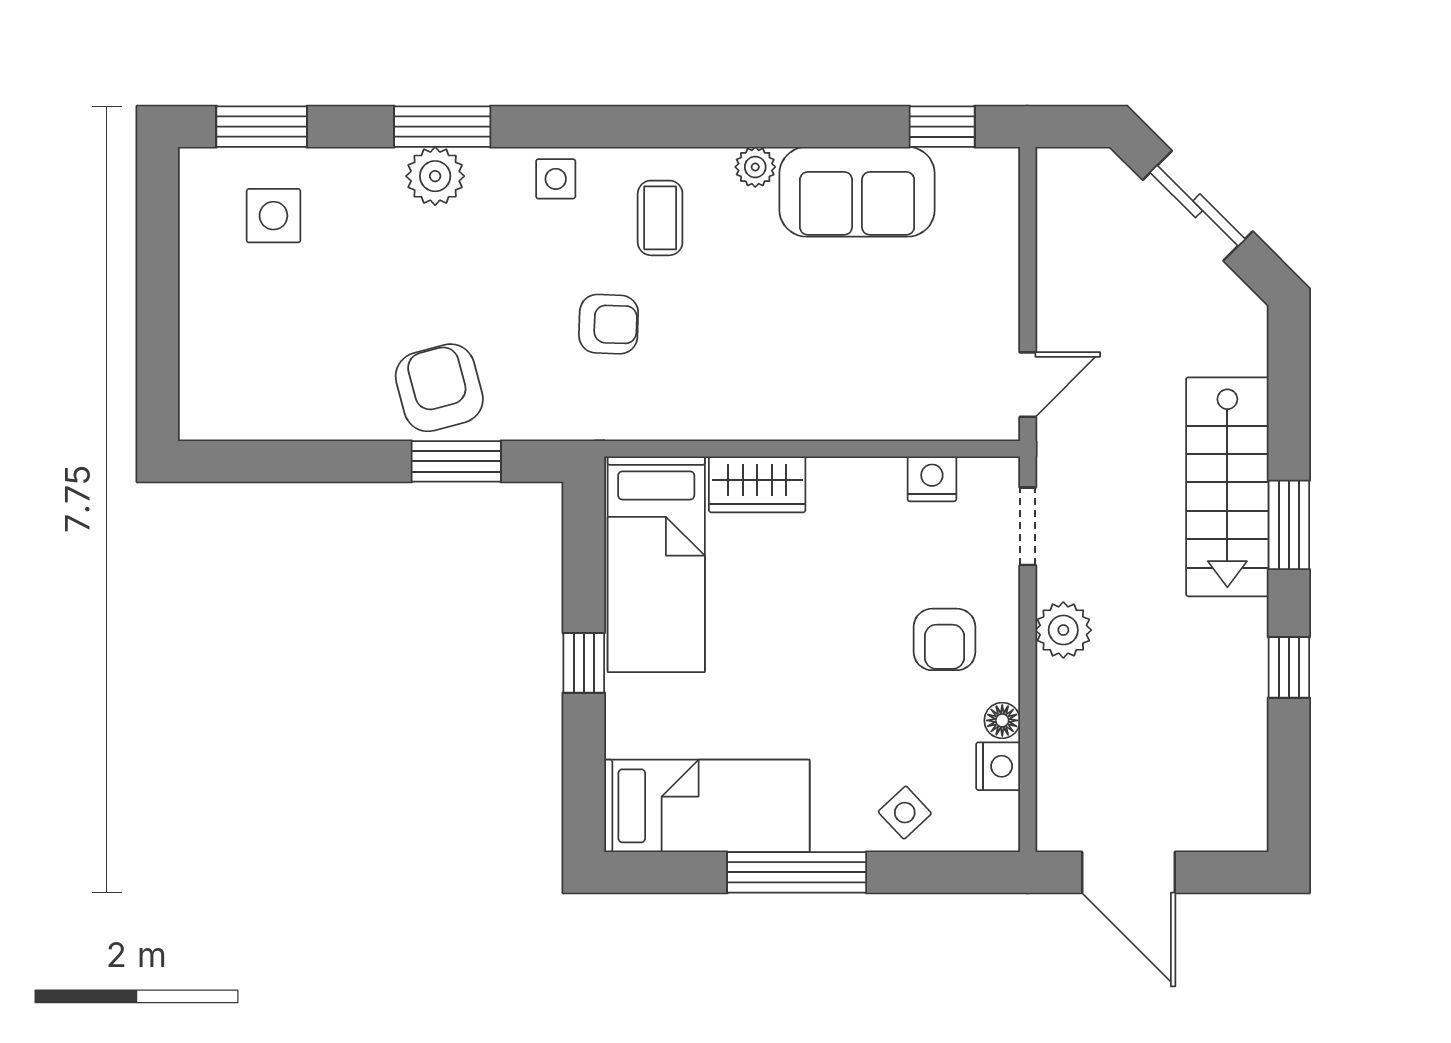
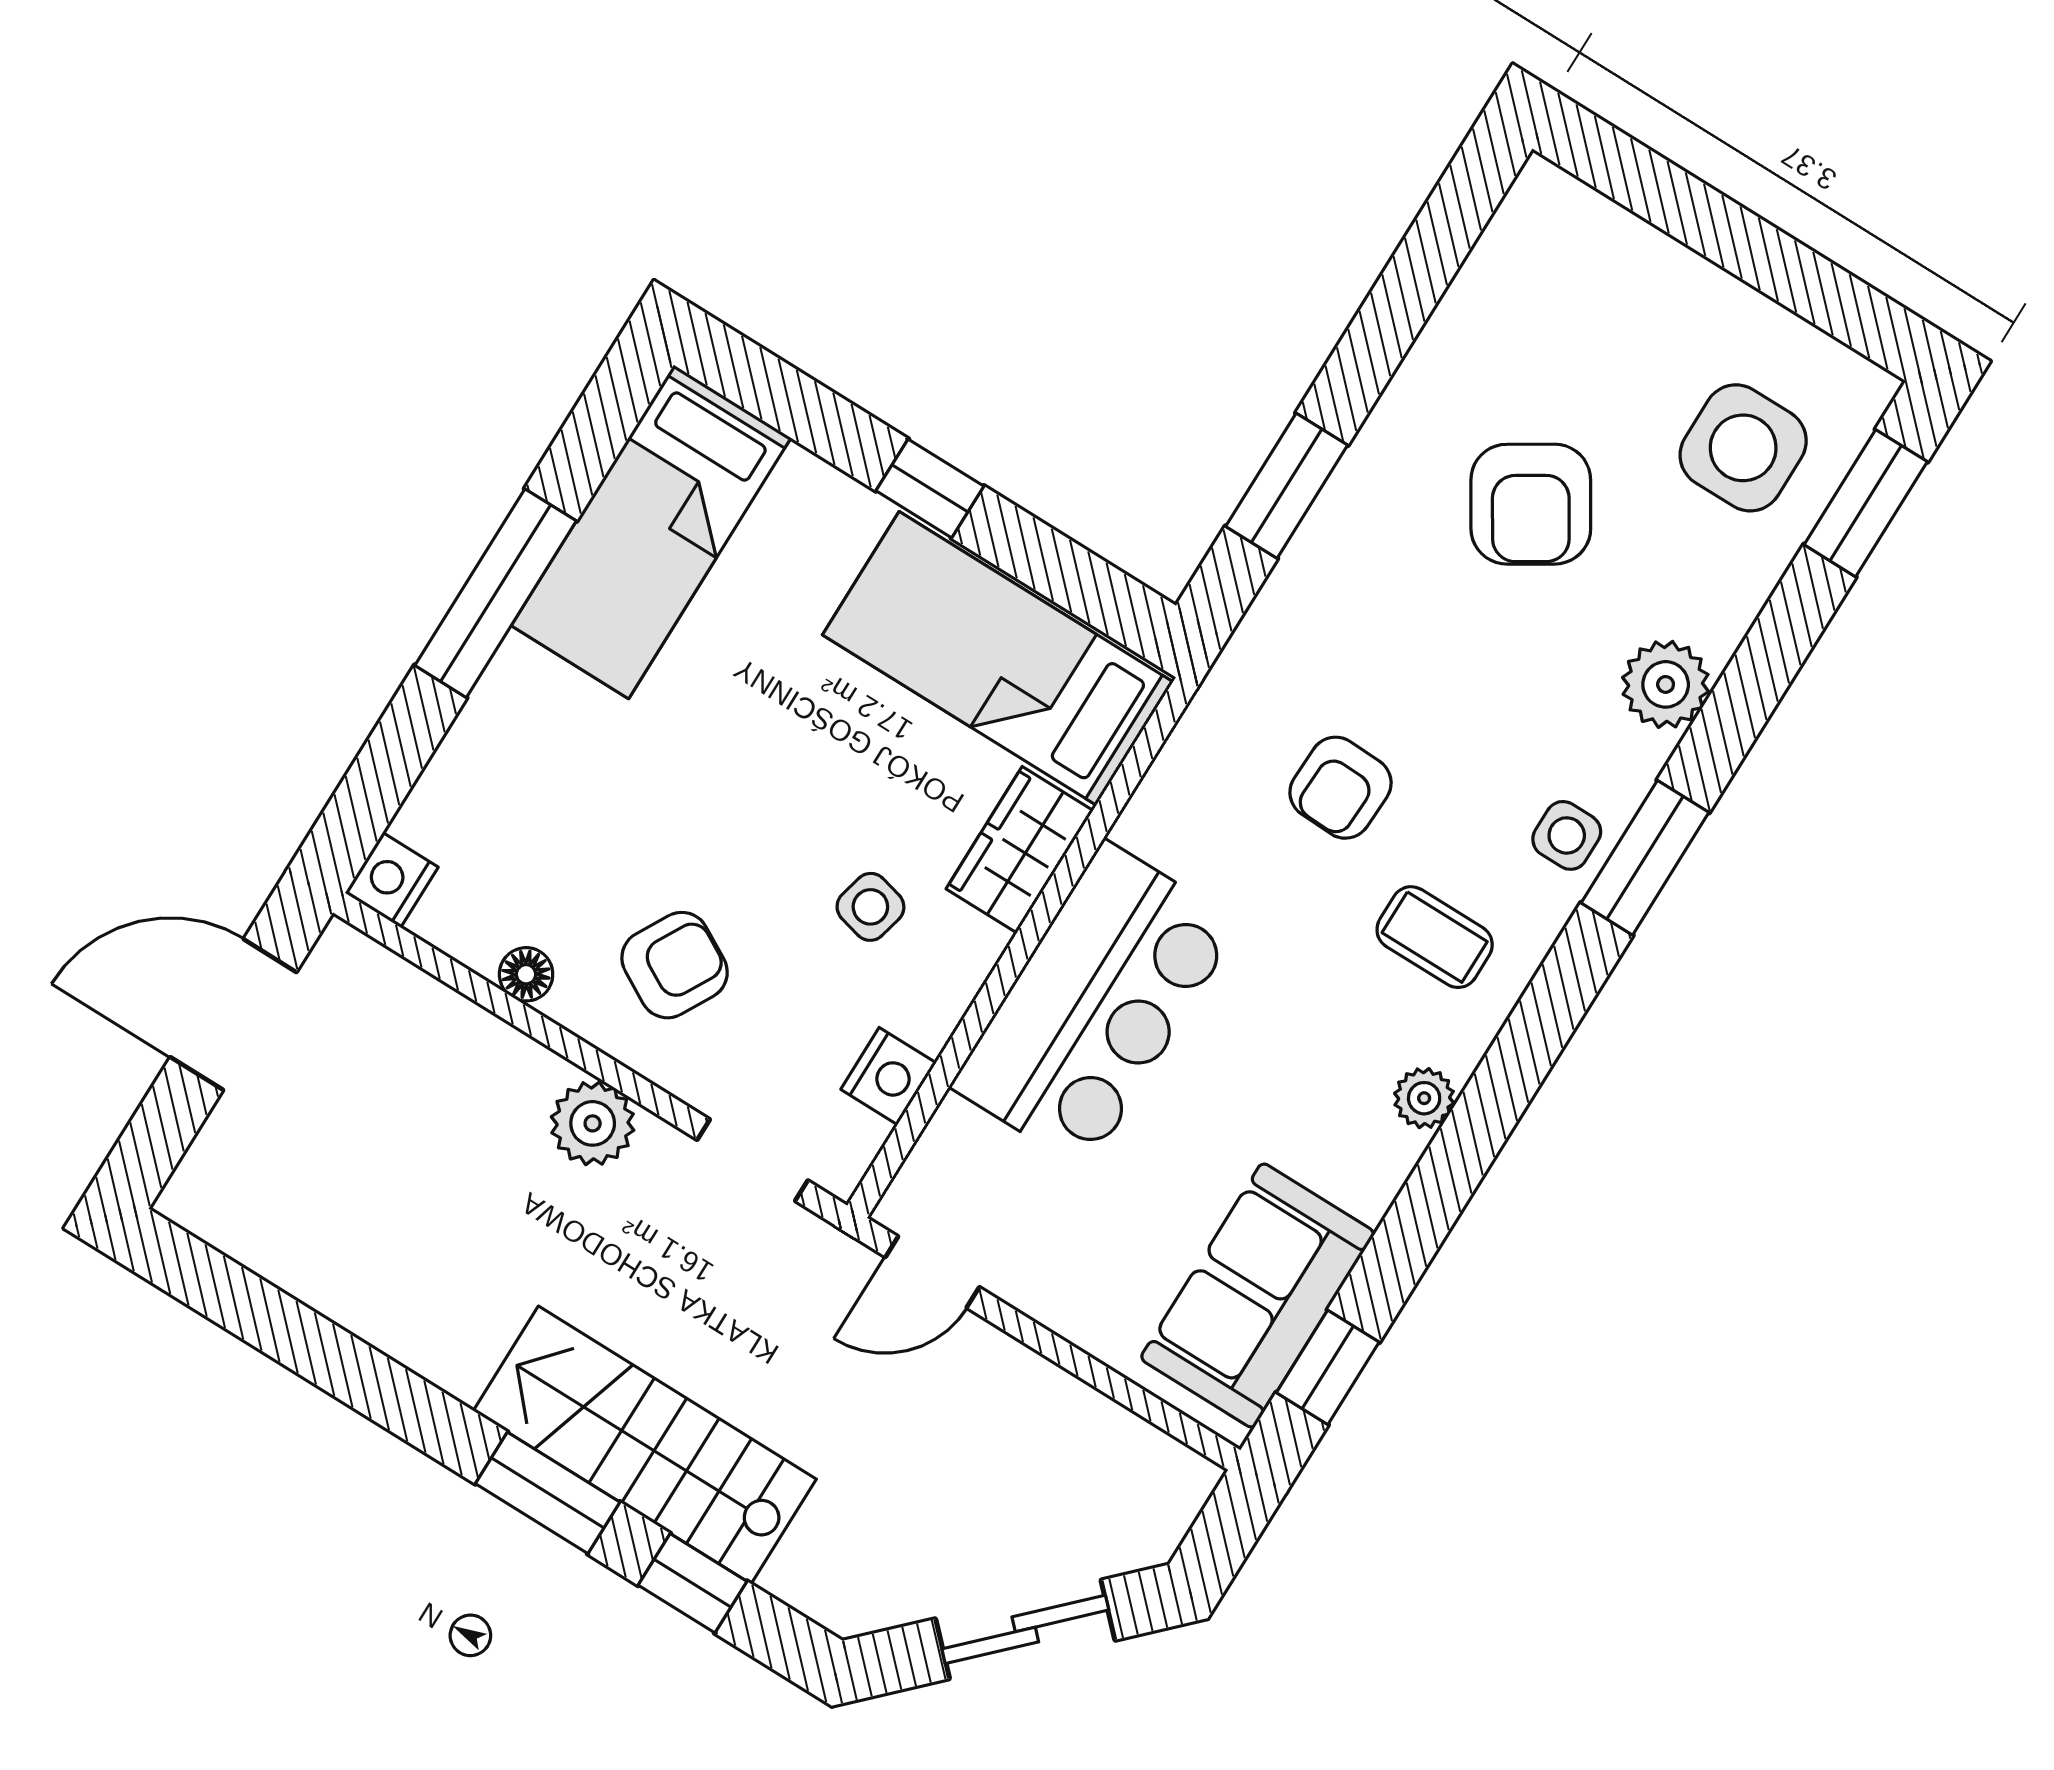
window: (442, 127) -> (1645, 858), moved
sofa: (857, 192) -> (1258, 1296), moved
side table: (273, 216) -> (1743, 448), width x1.37, depth x1.37
door: (1028, 385) -> (932, 1272), hinge flipped
bar counter: (819, 387) -> (1095, 1005), added
armchair: (439, 388) -> (1531, 504), moved, turned 73
armchair: (944, 639) -> (675, 965), turned 119
window: (1289, 667) -> (693, 1583), moved
nightstand: (998, 766) -> (392, 880), moved, turned 90
side table: (905, 813) -> (870, 907), moved, turned -33

